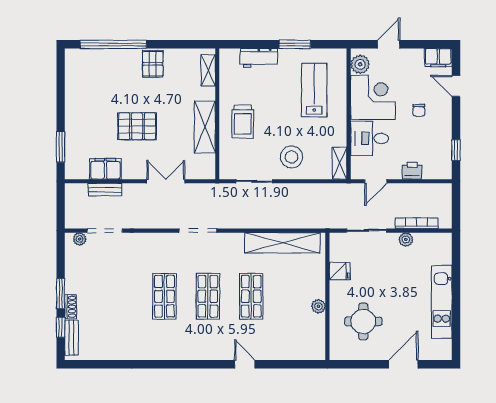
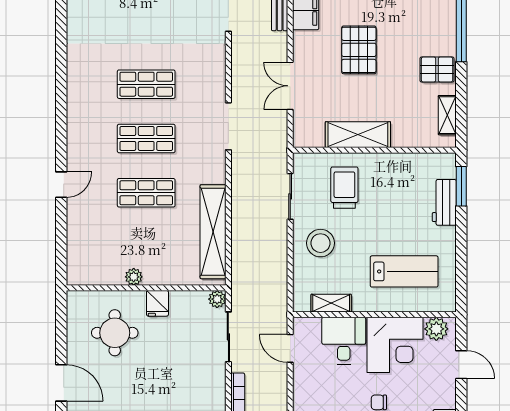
window: (295, 44) -> (461, 186), moved
shelving: (208, 70) -> (447, 115), moved, turned 90
trolley: (243, 122) -> (344, 188), moved, turned 90
shelving: (340, 163) -> (331, 303), moved
printer: (412, 171) -> (303, 394), removed
double door: (166, 181) -> (290, 86), swing flipped
plant: (406, 240) -> (217, 299), moved
fridge: (340, 271) -> (157, 303), moved

